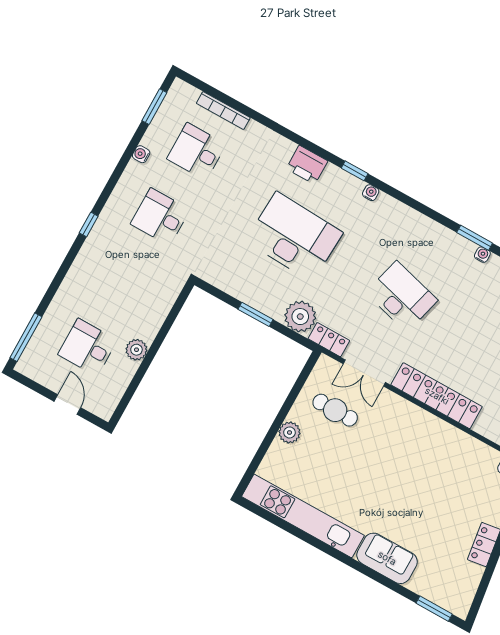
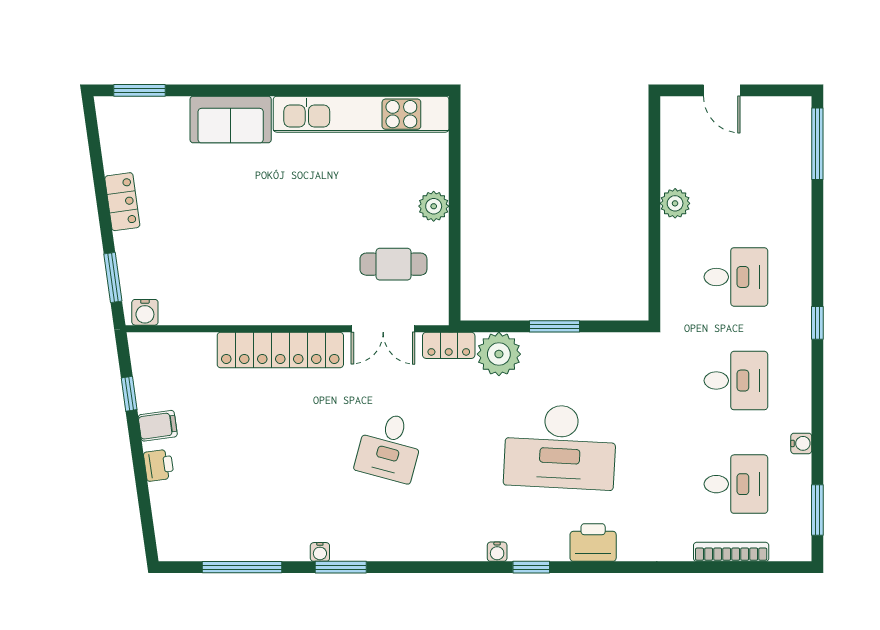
desk: (402, 296) -> (390, 447), width x0.73
desk: (88, 347) -> (736, 277), moved
double door: (364, 373) -> (383, 329), swing flipped

